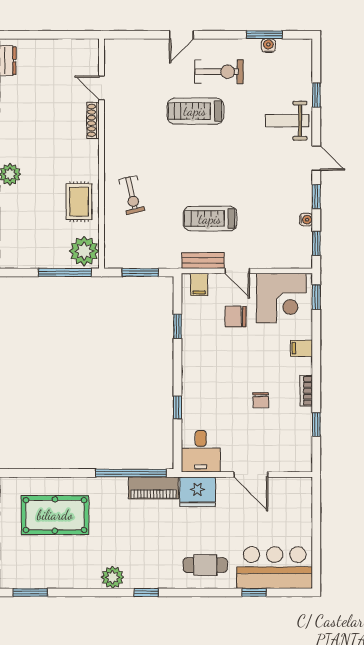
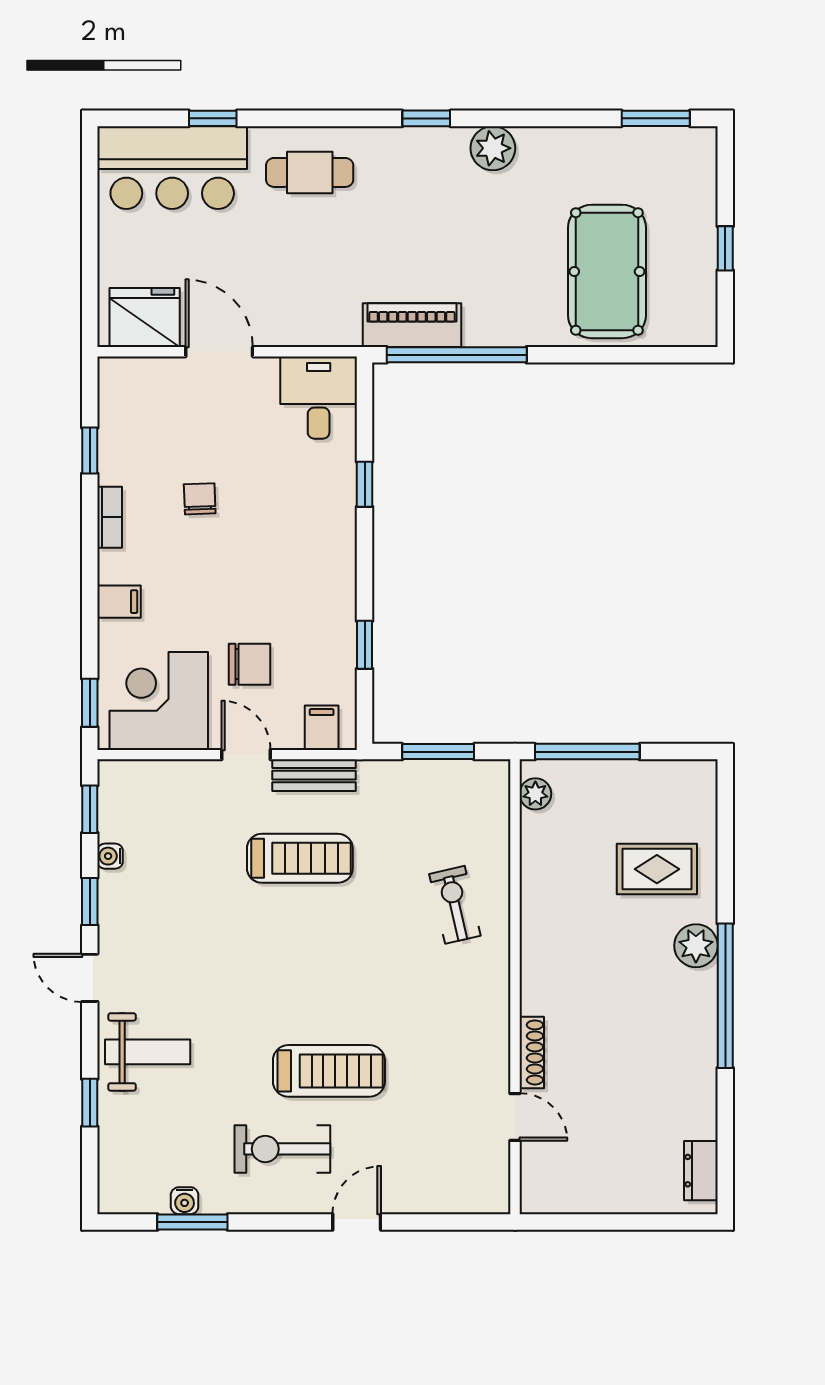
rug: (79, 202) -> (657, 869), moved, turned 90
plant: (84, 251) -> (535, 794), width x0.53, depth x0.53
fridge: (198, 492) -> (145, 317), moved
pool table: (55, 515) -> (607, 271), turned 90

